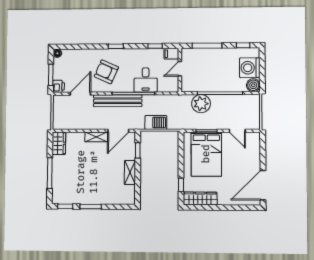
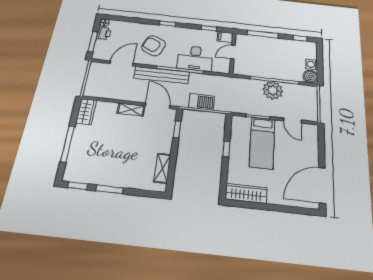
washing machine: (250, 68) -> (312, 64), width x0.53, depth x0.53
desk: (146, 80) -> (195, 58), width x1.37
printer: (59, 86) -> (104, 33), moved
plant: (201, 104) -> (273, 90), moved
door: (118, 131) -> (158, 106), swing flipped
bed: (206, 154) -> (262, 143), width x0.67
shelving: (130, 173) -> (162, 168), moved
window: (181, 185) -> (226, 149), moved

